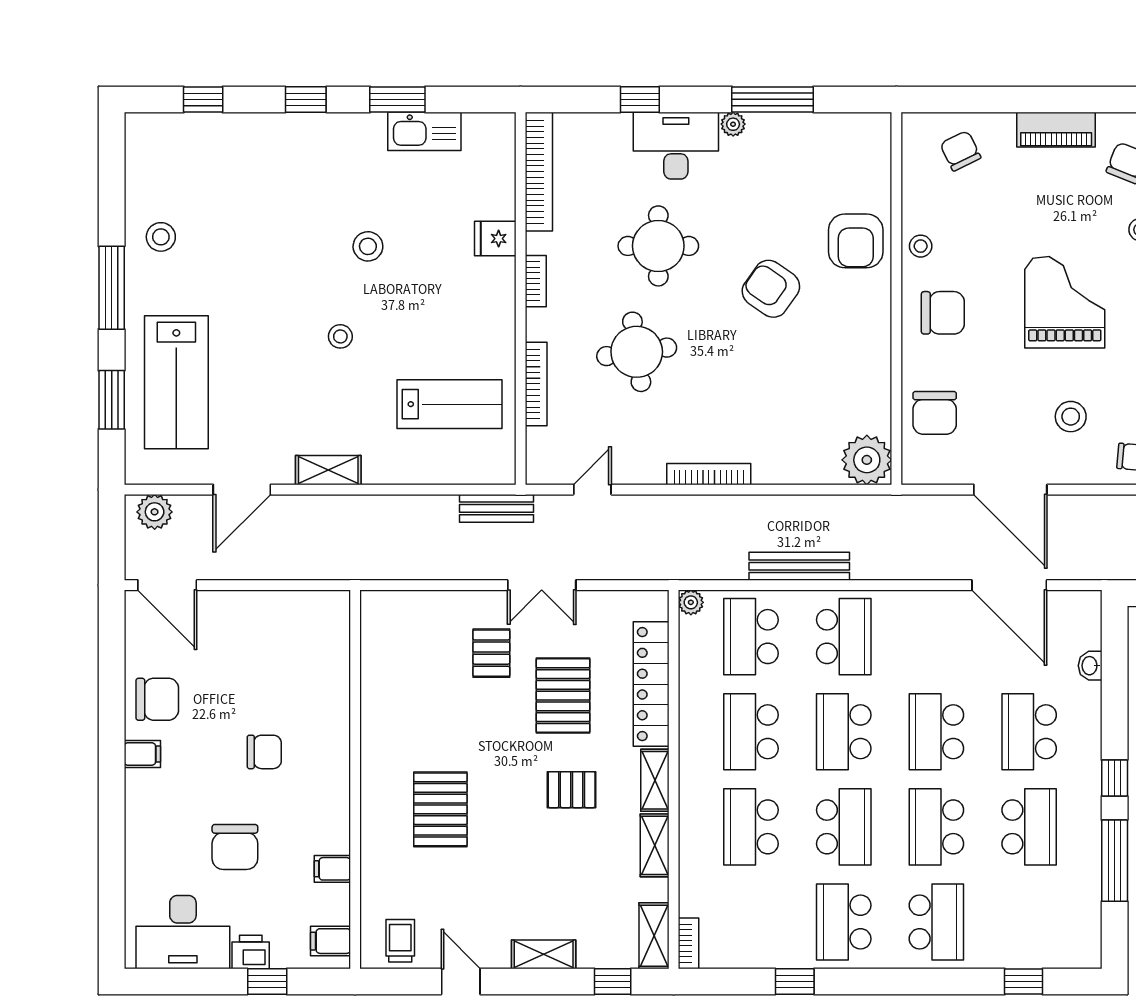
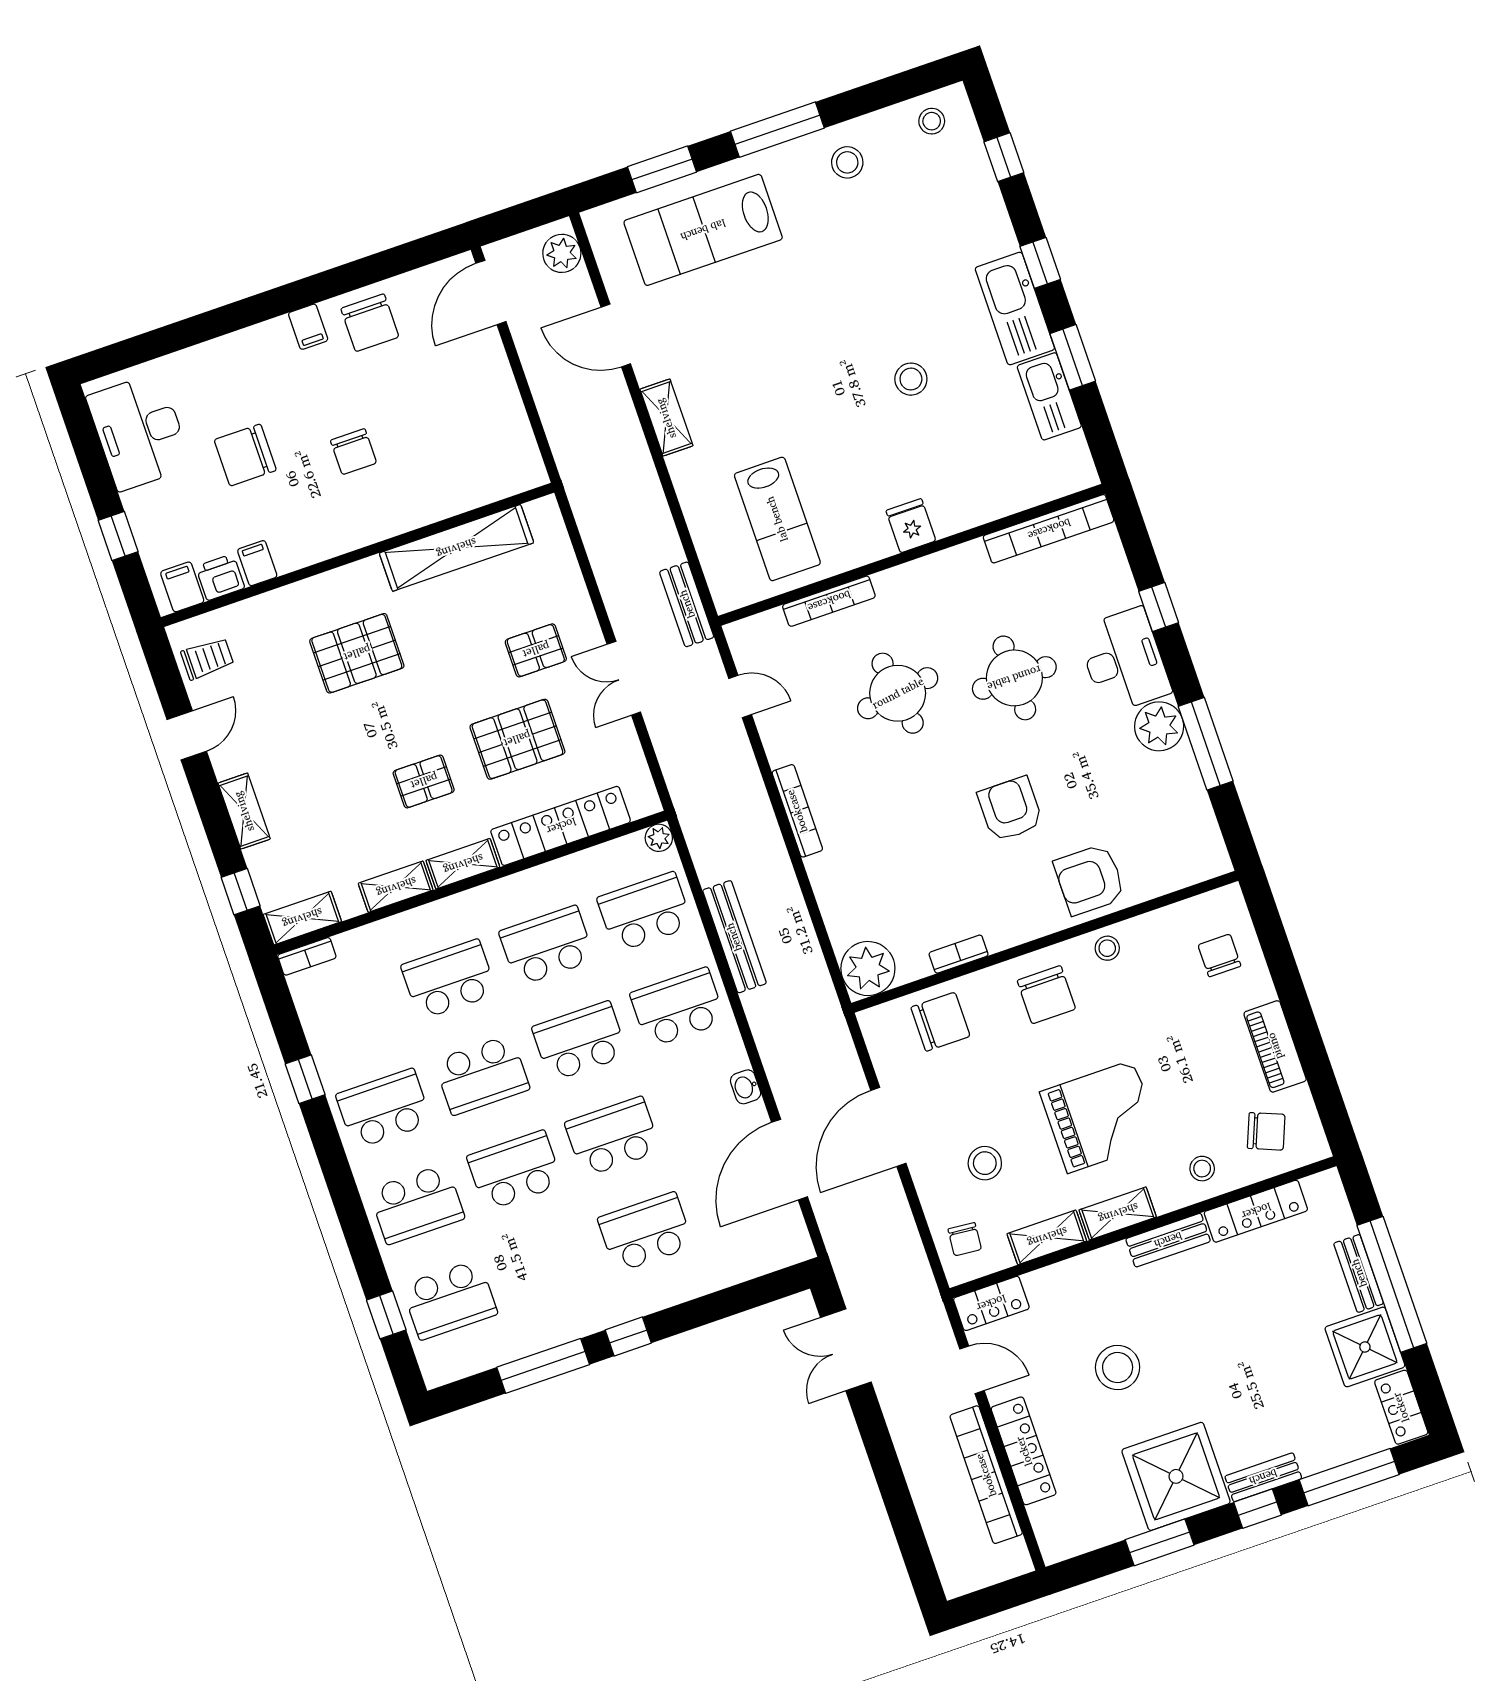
plant: (733, 124) -> (1159, 726), width x1.87, depth x1.87
kitchen sink: (338, 135) -> (1015, 308), added
chair: (960, 151) -> (1219, 955), turned -64
fridge: (495, 239) -> (911, 526), moved
bookcase: (536, 281) -> (959, 954), moved, turned 180
armchair: (771, 289) -> (1010, 809), turned -35
stool: (340, 336) -> (932, 121), moved
chair: (935, 413) -> (940, 1022), turned 180
school desk: (844, 637) -> (678, 1007), turned 180
washbasin: (1090, 666) -> (746, 1087), moved, turned -90
shelving: (379, 691) -> (456, 548), added
pallet: (572, 790) -> (424, 781), turned 90
school desk: (1029, 827) -> (450, 1300), moved
printer: (251, 952) -> (220, 577), moved, turned -90

